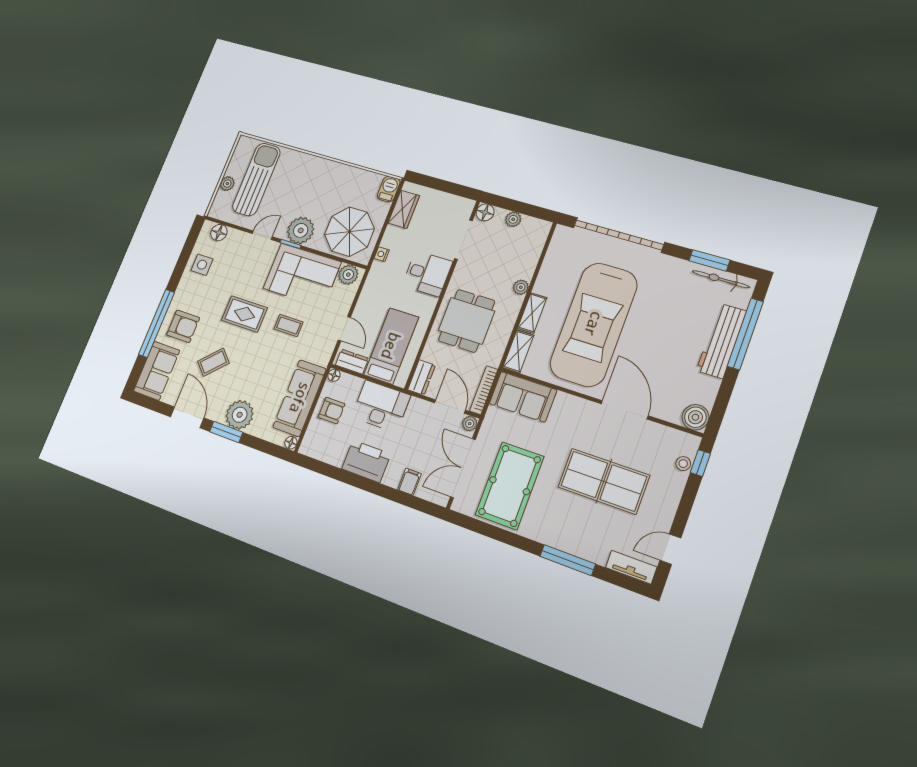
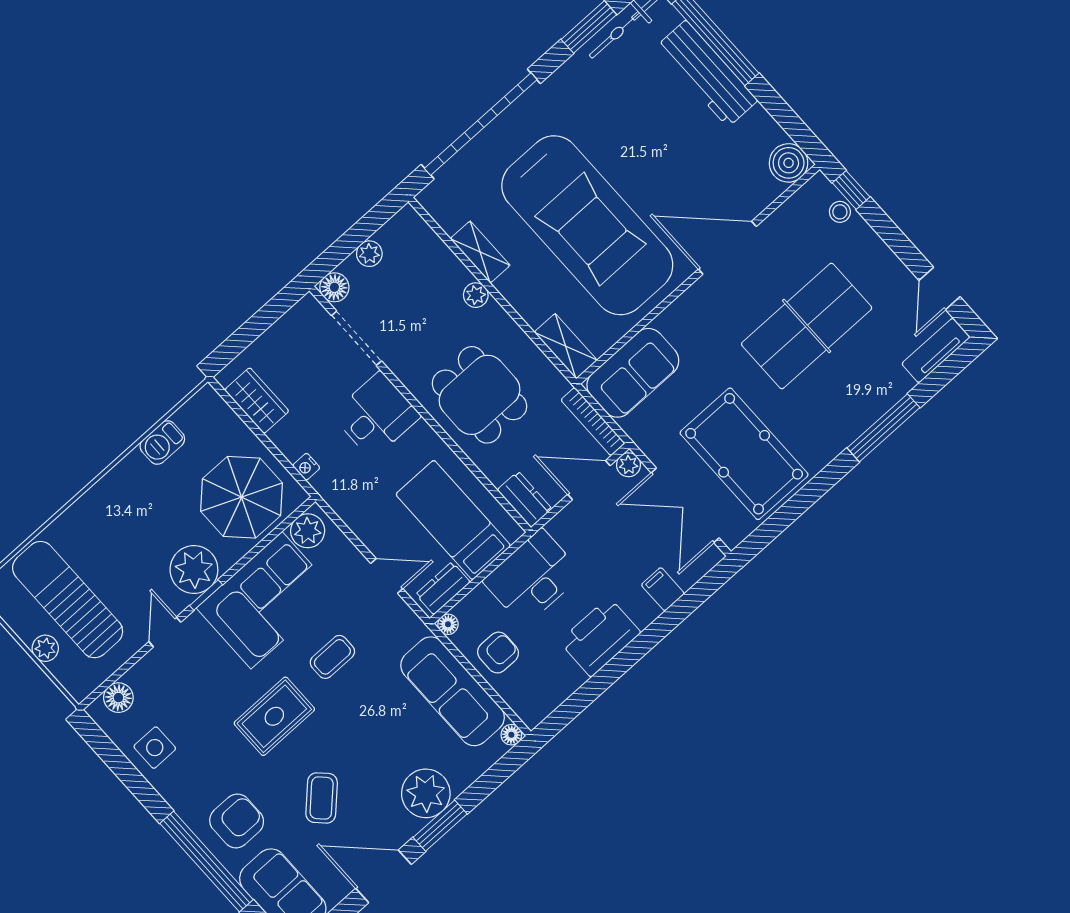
barbecue: (389, 189) -> (162, 442), moved, turned -90
shelving: (532, 313) -> (480, 252), moved

